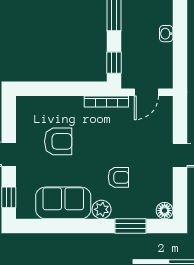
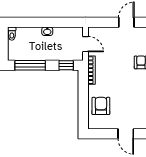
armchair: (58, 141) -> (101, 106), moved

